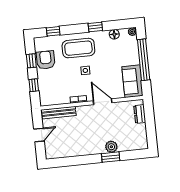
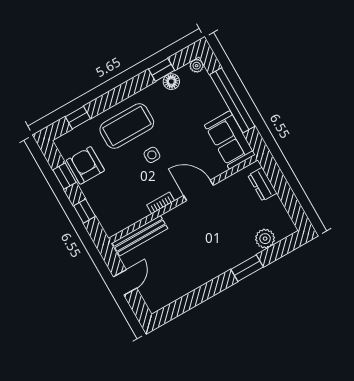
window: (95, 27) -> (162, 70), moved
plant: (111, 147) -> (265, 239), moved

